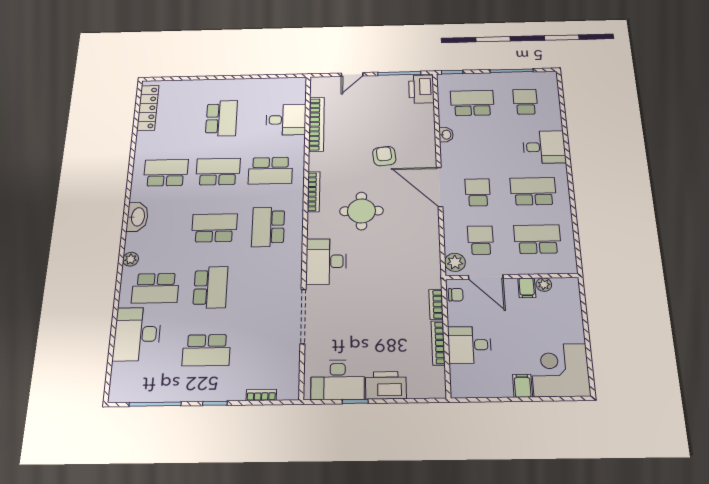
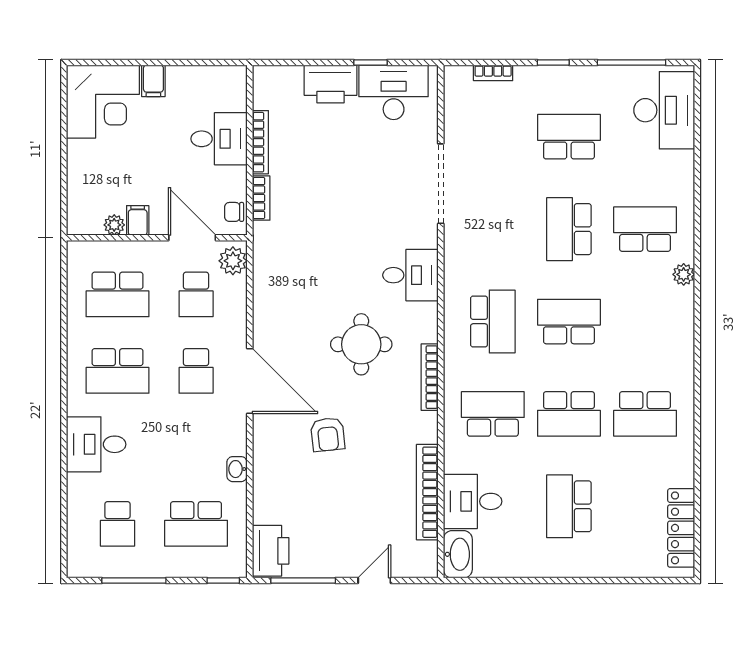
washbasin: (137, 217) -> (458, 554), moved, turned 180
school desk: (214, 228) -> (569, 322), turned 180
desk: (326, 261) -> (410, 275), width x0.73
desk: (137, 334) -> (664, 110), moved

